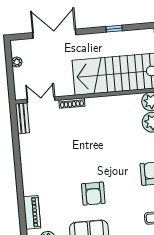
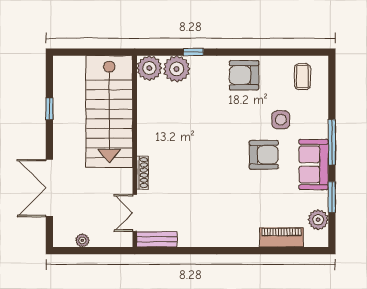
side table: (121, 204) -> (281, 120), added

